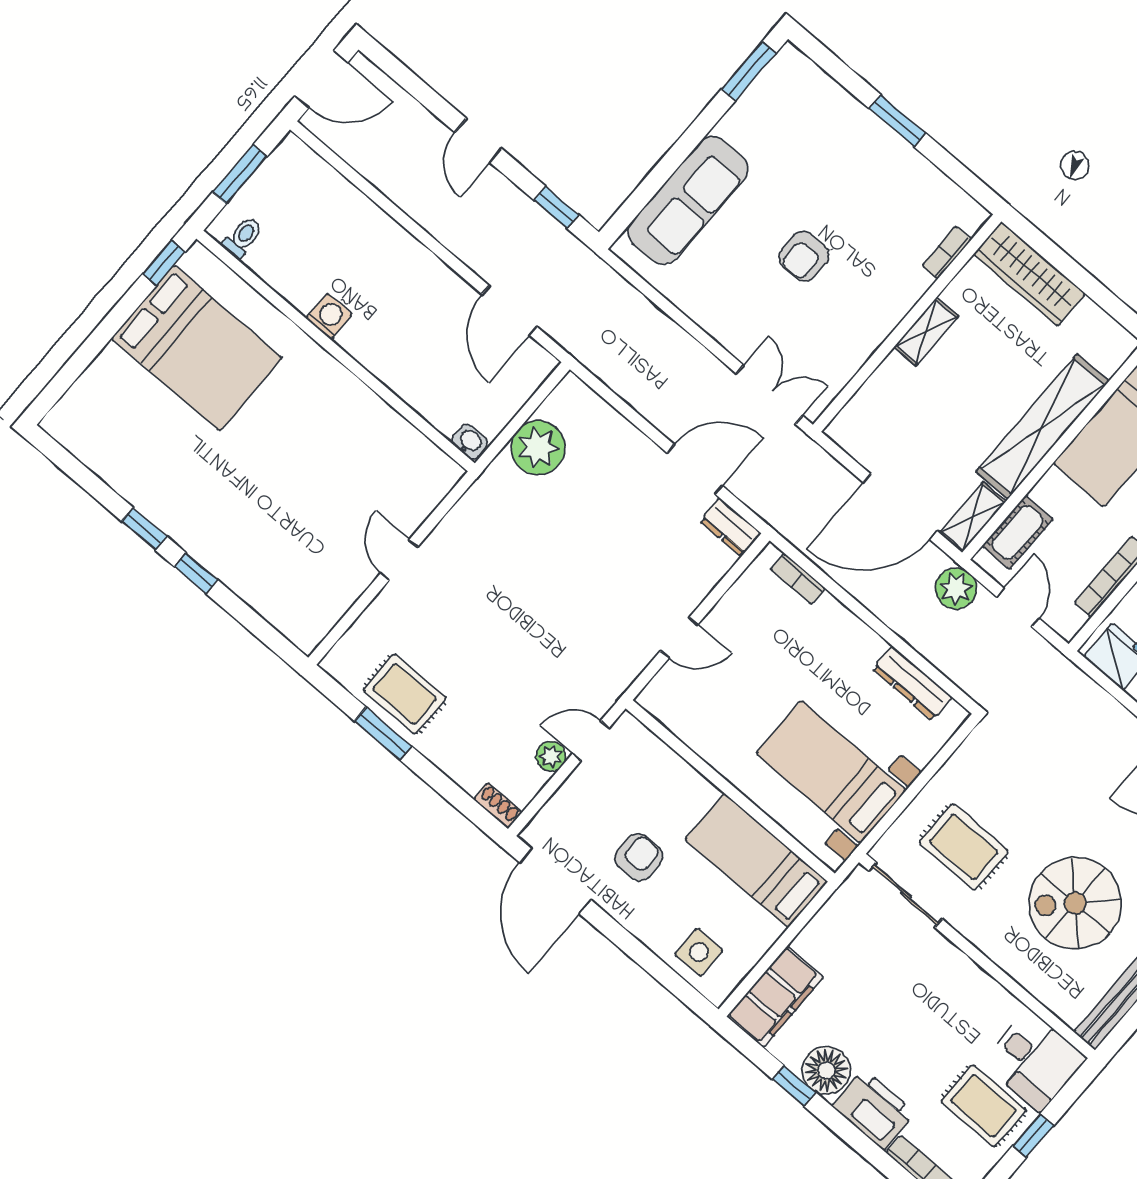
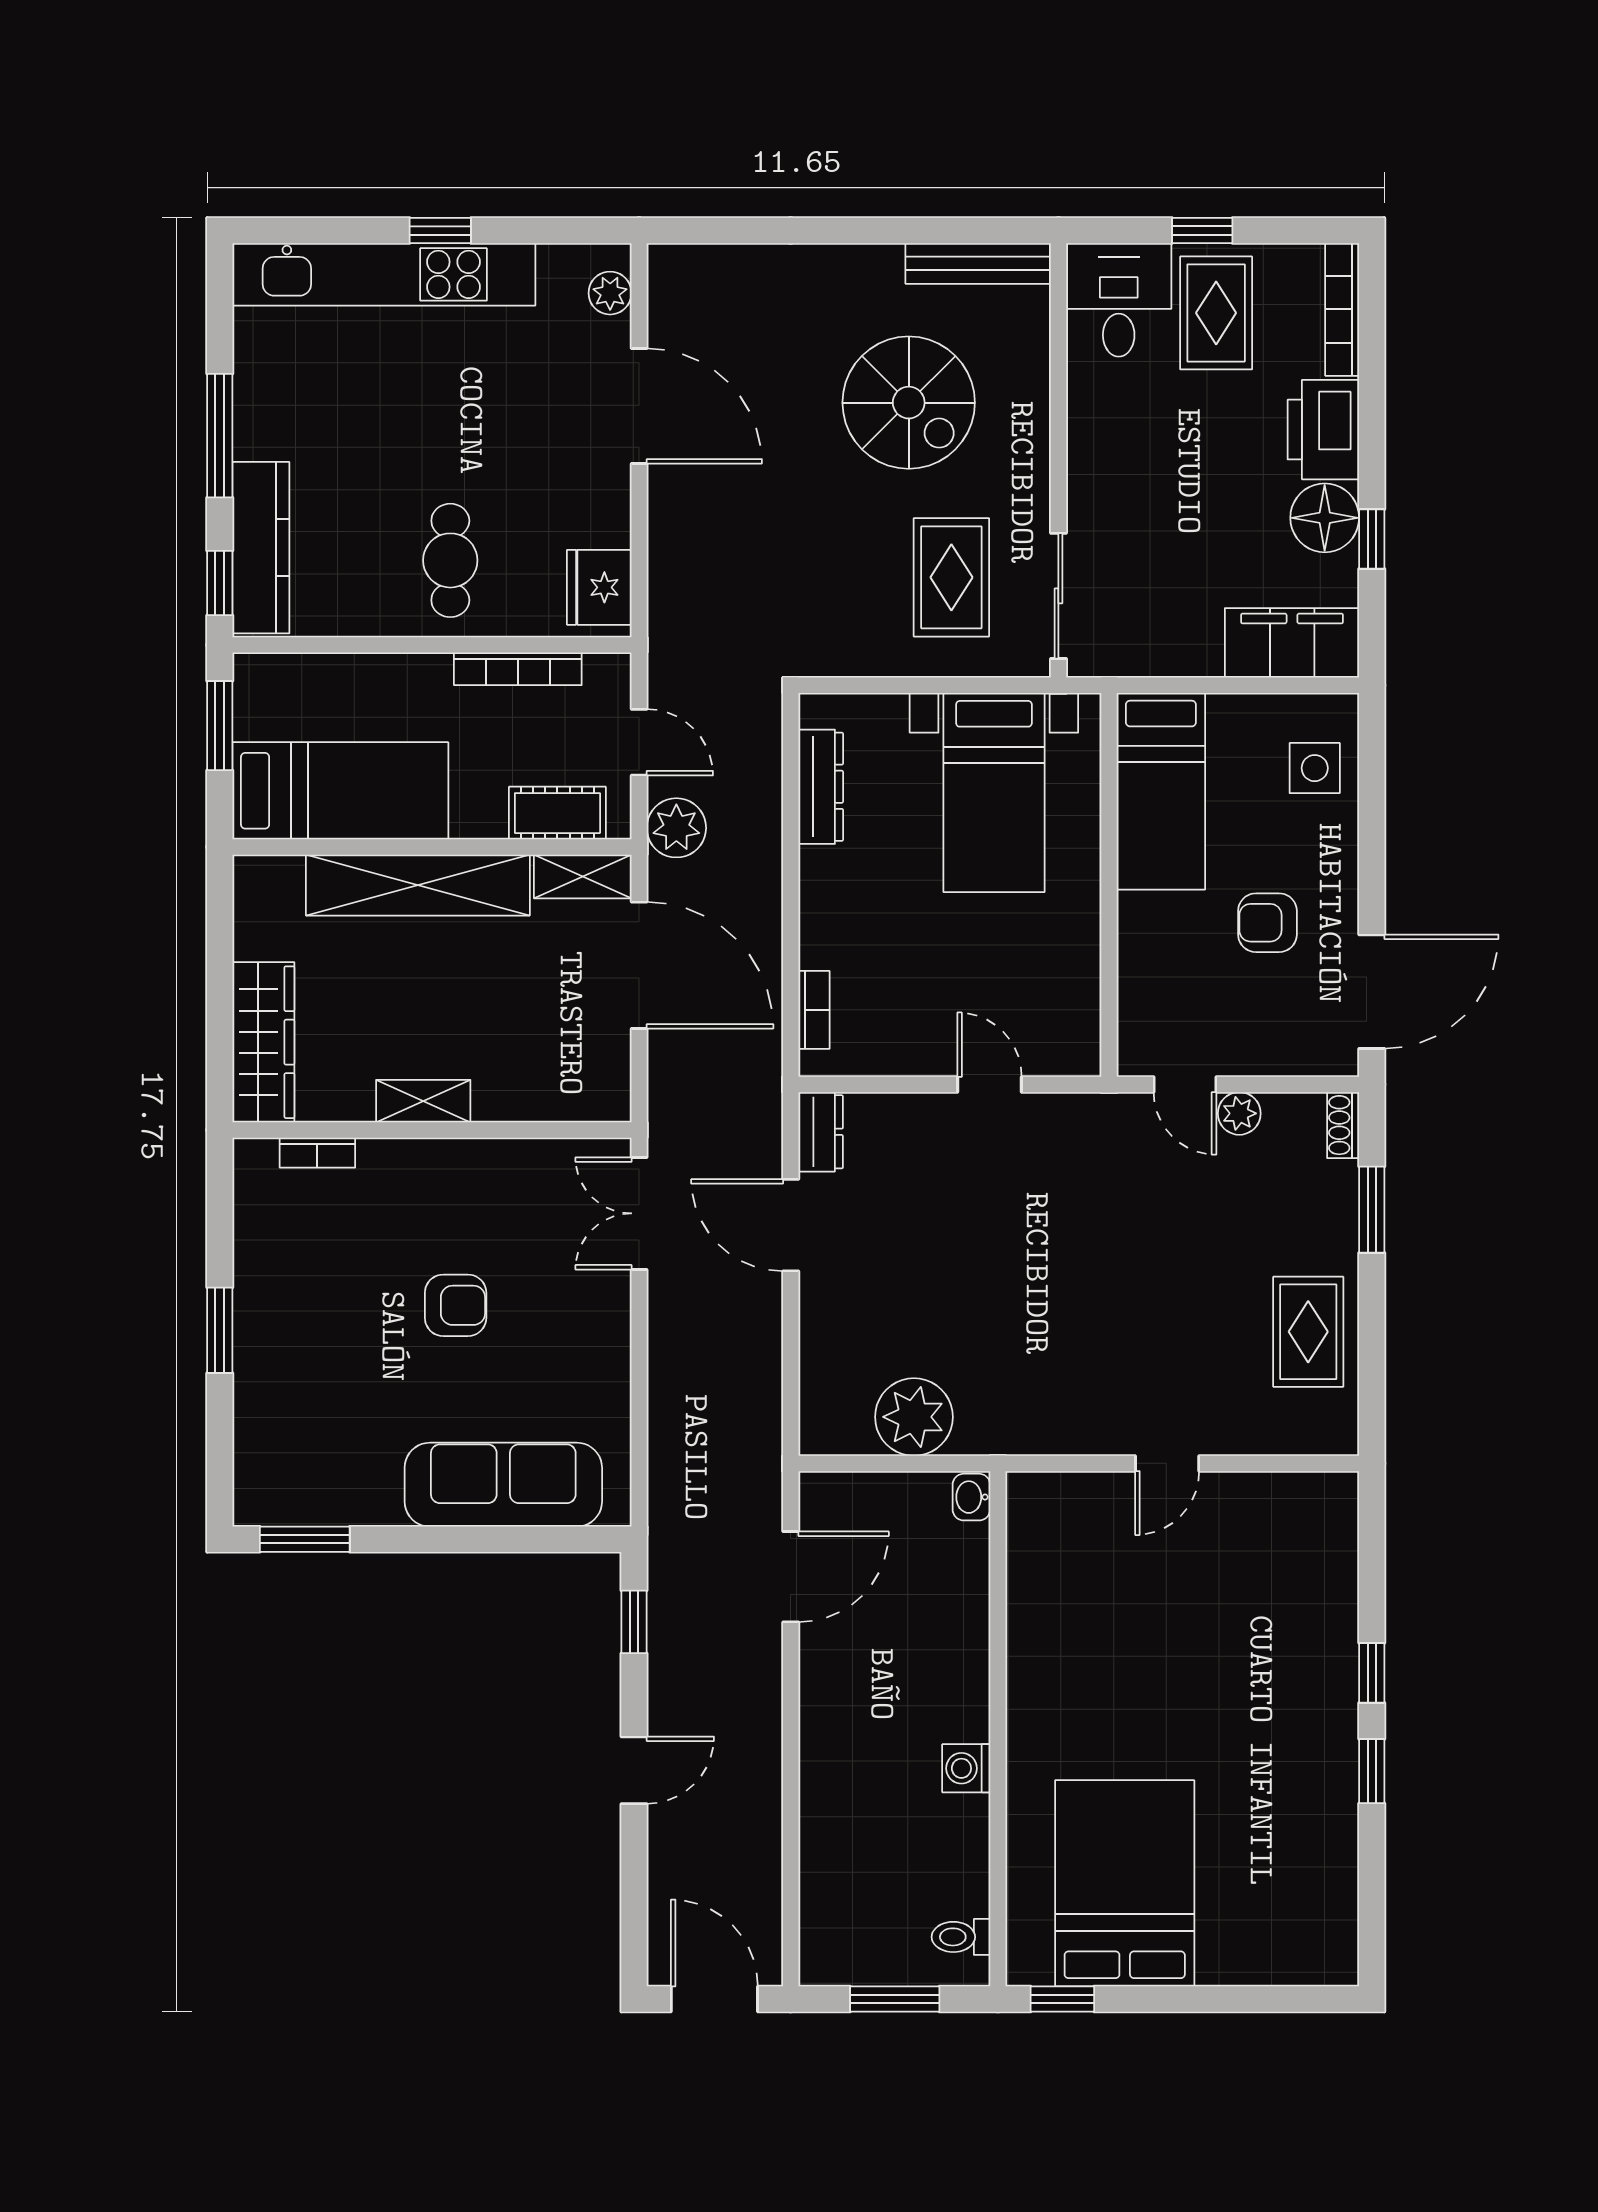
door: (1018, 608) -> (639, 742), swing flipped
window: (383, 734) -> (1372, 1210), moved

